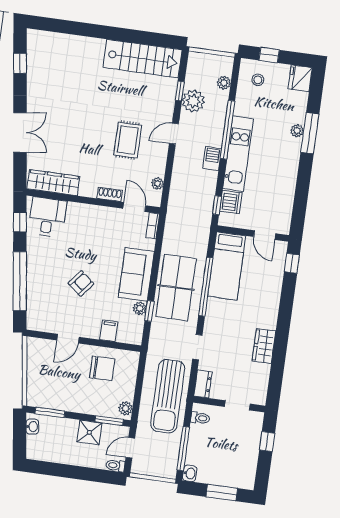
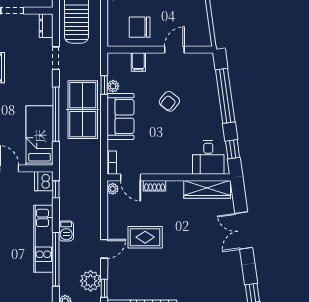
rug: (128, 140) -> (145, 237), turned 90
plant: (157, 183) -> (113, 189), moved
dishwasher: (231, 202) -> (44, 181), moved

